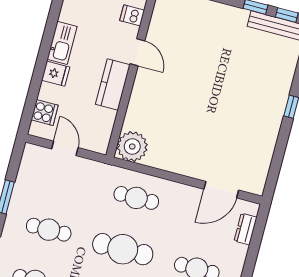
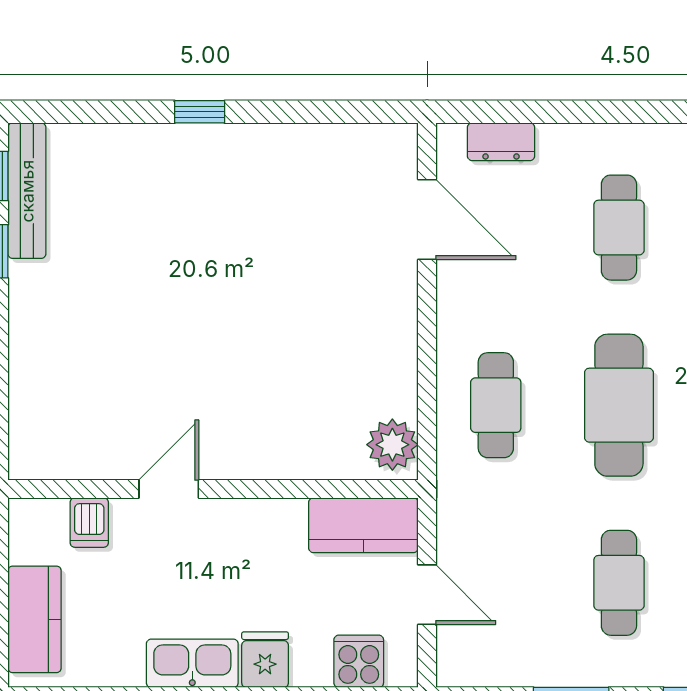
kitchen counter: (113, 84) -> (363, 525), moved
plant: (132, 147) -> (392, 445), width x0.73, depth x0.73
door: (65, 148) -> (427, 595), swing flipped

